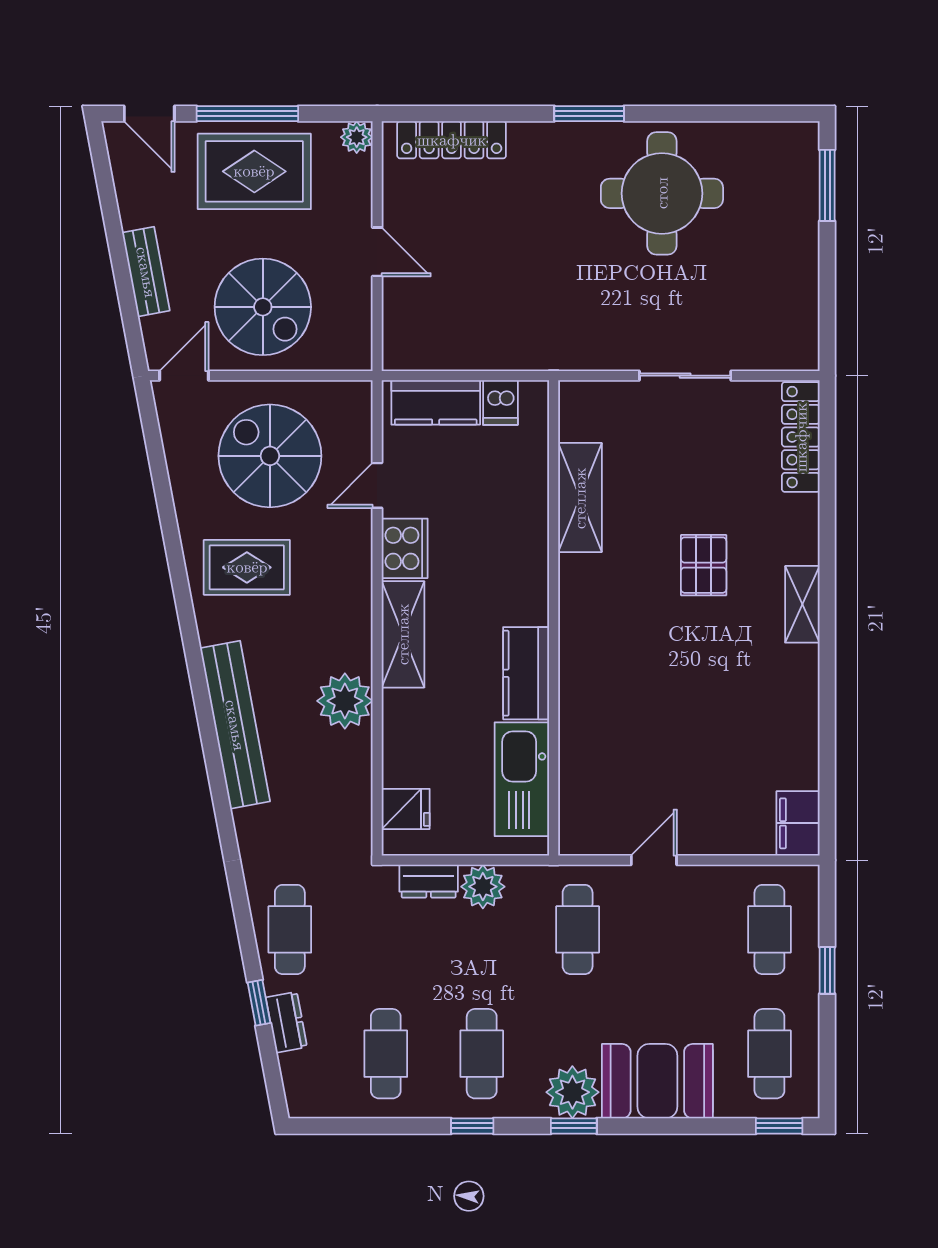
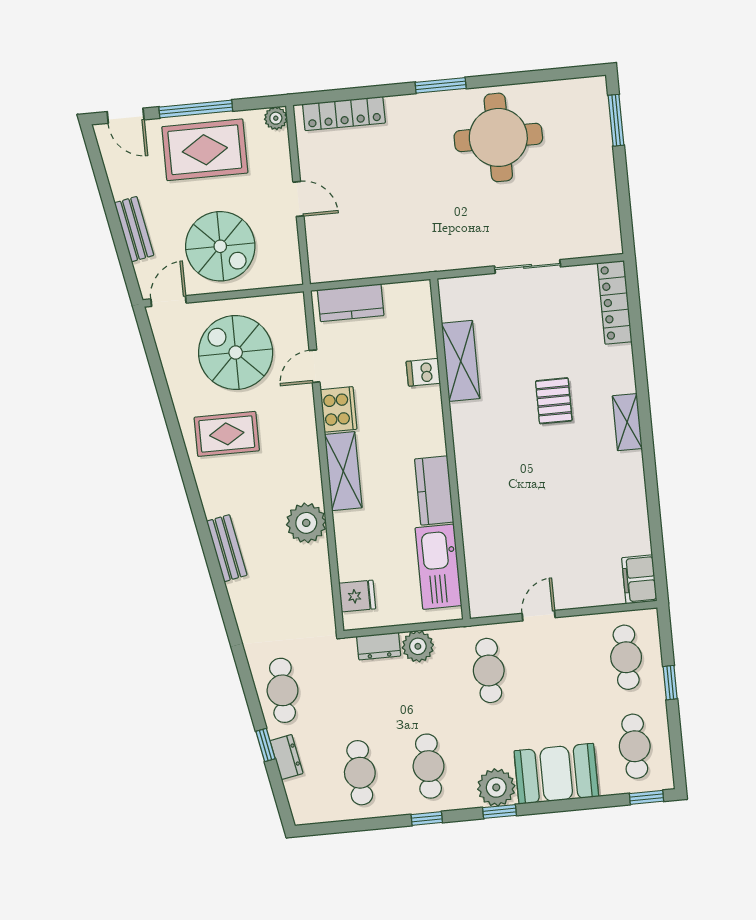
dishwasher: (500, 403) -> (423, 372), moved, turned 90
bench: (235, 725) -> (227, 548), width x0.54, depth x0.82

